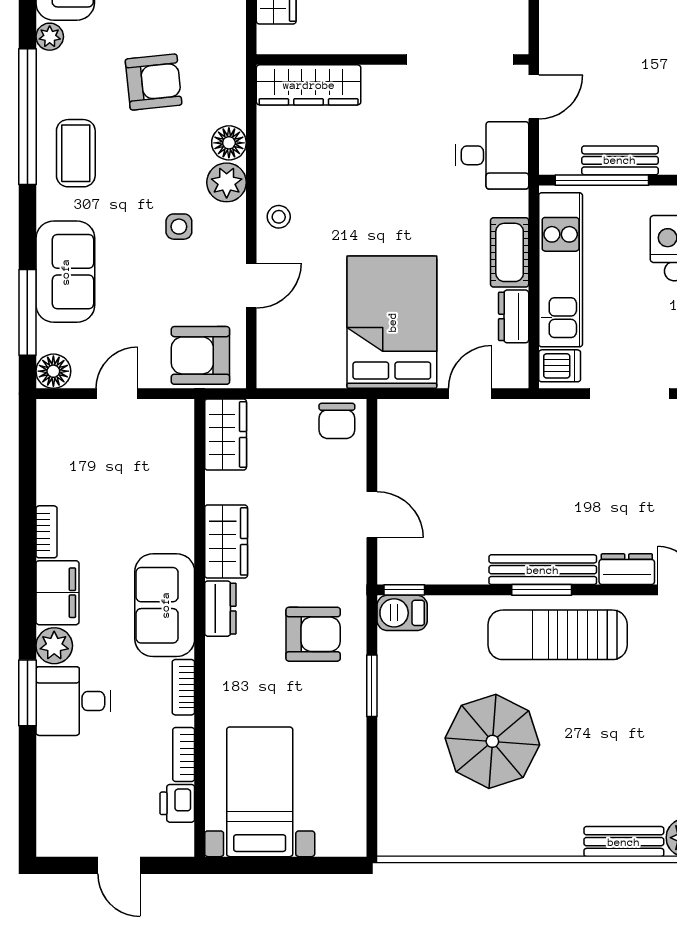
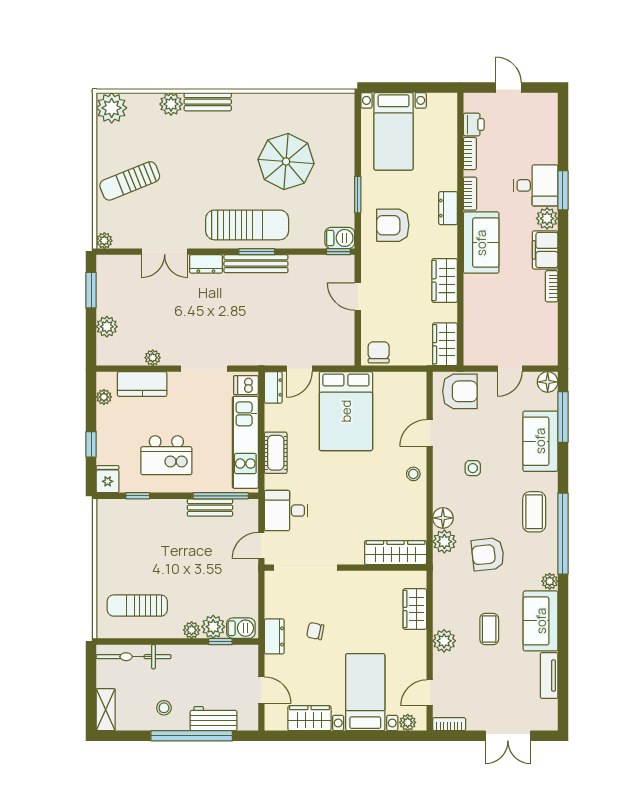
plant: (227, 182) -> (444, 542), moved
dresser: (514, 316) -> (273, 387), moved
dresser: (220, 609) -> (448, 208), moved
bed with nightstands: (260, 792) -> (394, 131), moved

